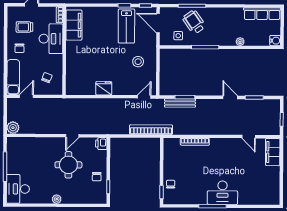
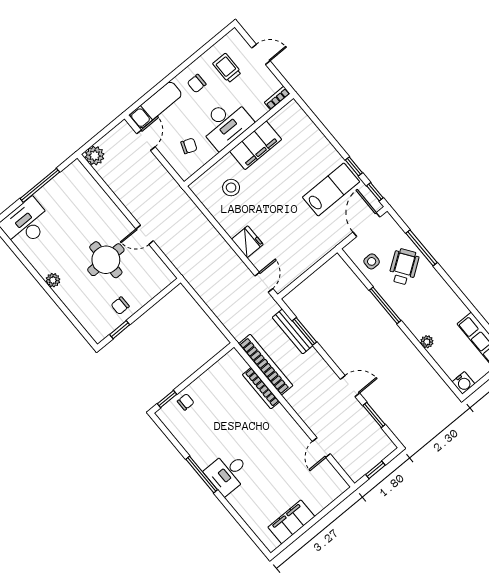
filing cabinet: (74, 25) -> (256, 145), moved
lab bench: (126, 26) -> (331, 189), turned 180
desk: (51, 39) -> (226, 123), moved
stool: (138, 62) -> (231, 188), moved
fridge: (104, 88) -> (247, 242), moved
door: (26, 96) -> (146, 140), hinge flipped
door: (144, 97) -> (264, 282), hinge flipped
door: (230, 97) -> (350, 386), hinge flipped
bookcase: (151, 130) -> (266, 365), moved
printer: (101, 144) -> (165, 278), removed
filing cabinet: (273, 152) -> (291, 522), moved
desk: (222, 193) -> (228, 473), width x0.73

